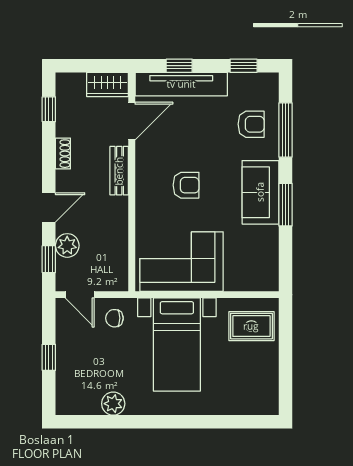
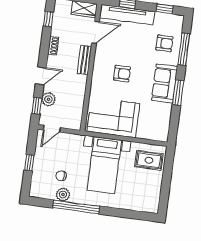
door: (80, 295) -> (52, 129), hinge flipped
chair: (114, 318) -> (61, 176), moved
window: (139, 422) -> (76, 207), added

